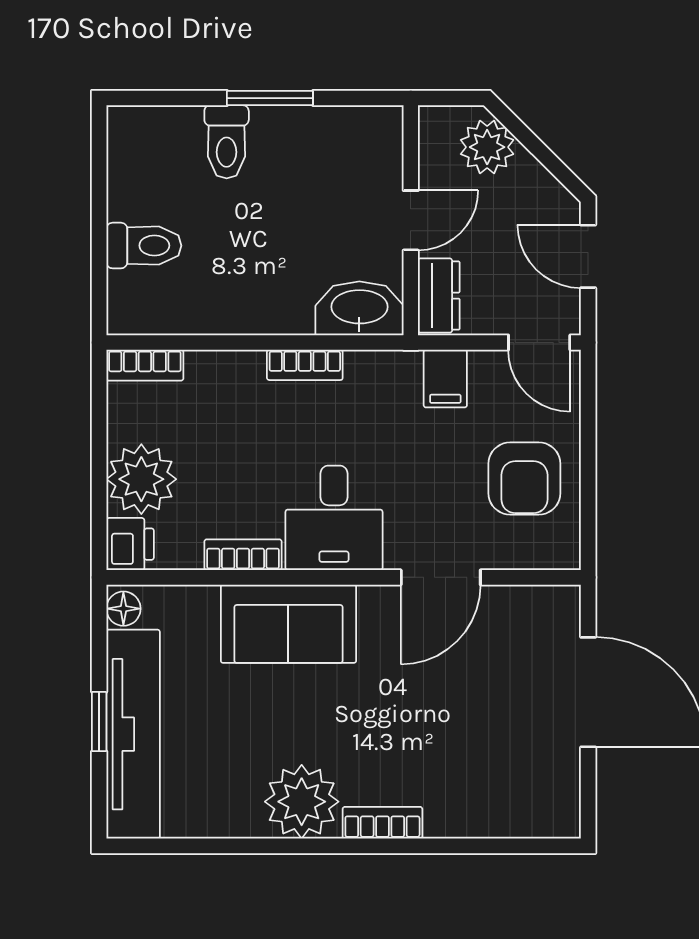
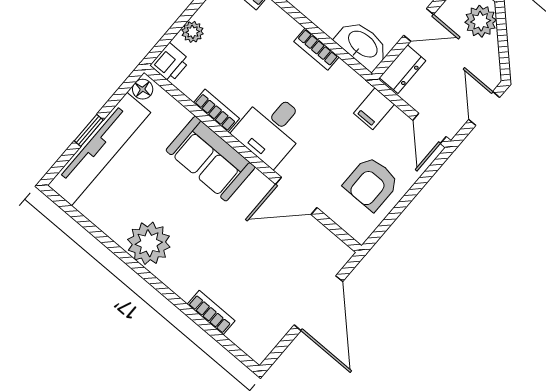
plant: (141, 479) -> (193, 32), width x0.53, depth x0.53
bookcase: (382, 823) -> (211, 312), moved

